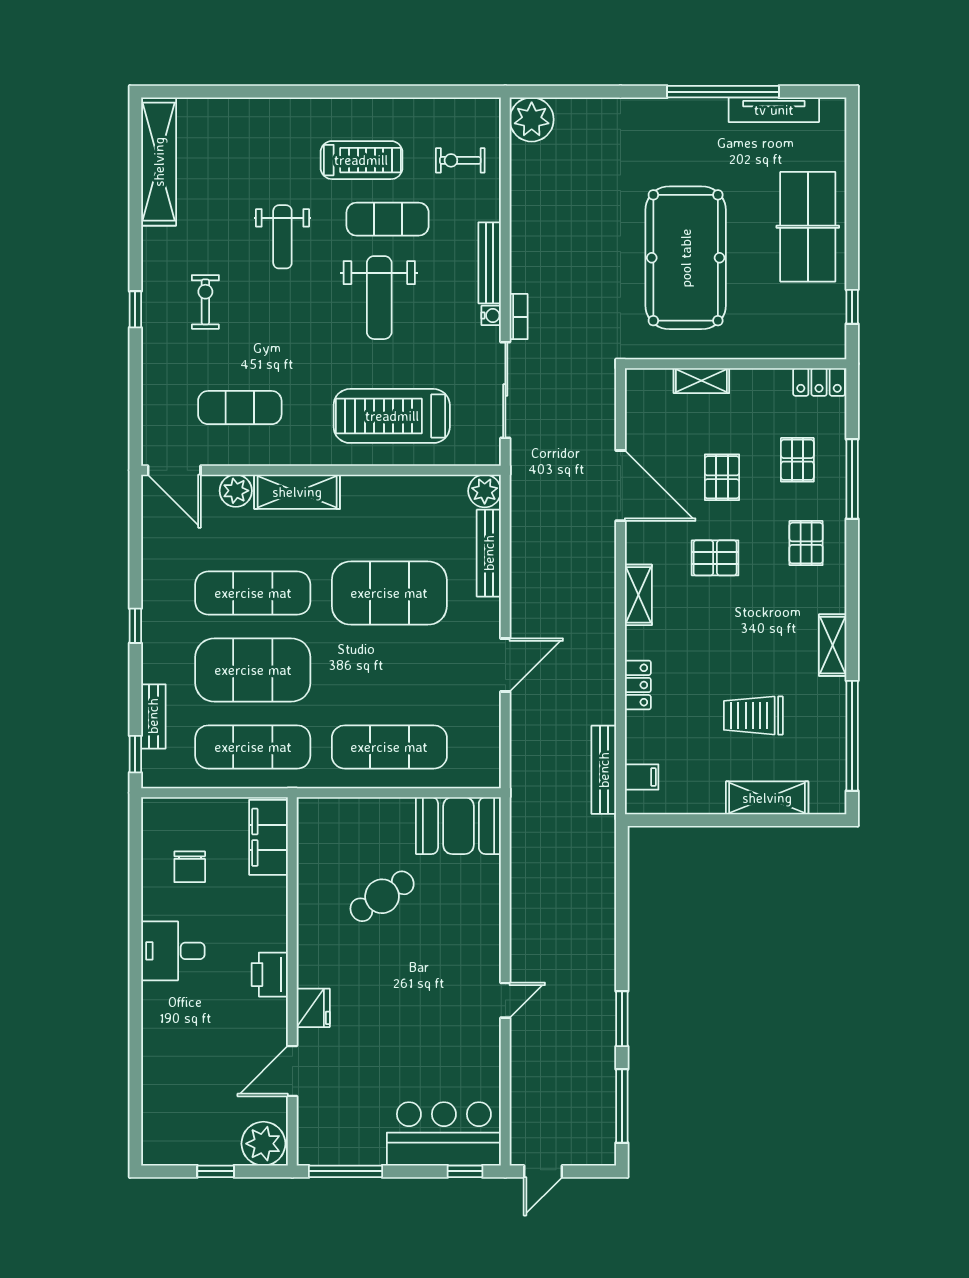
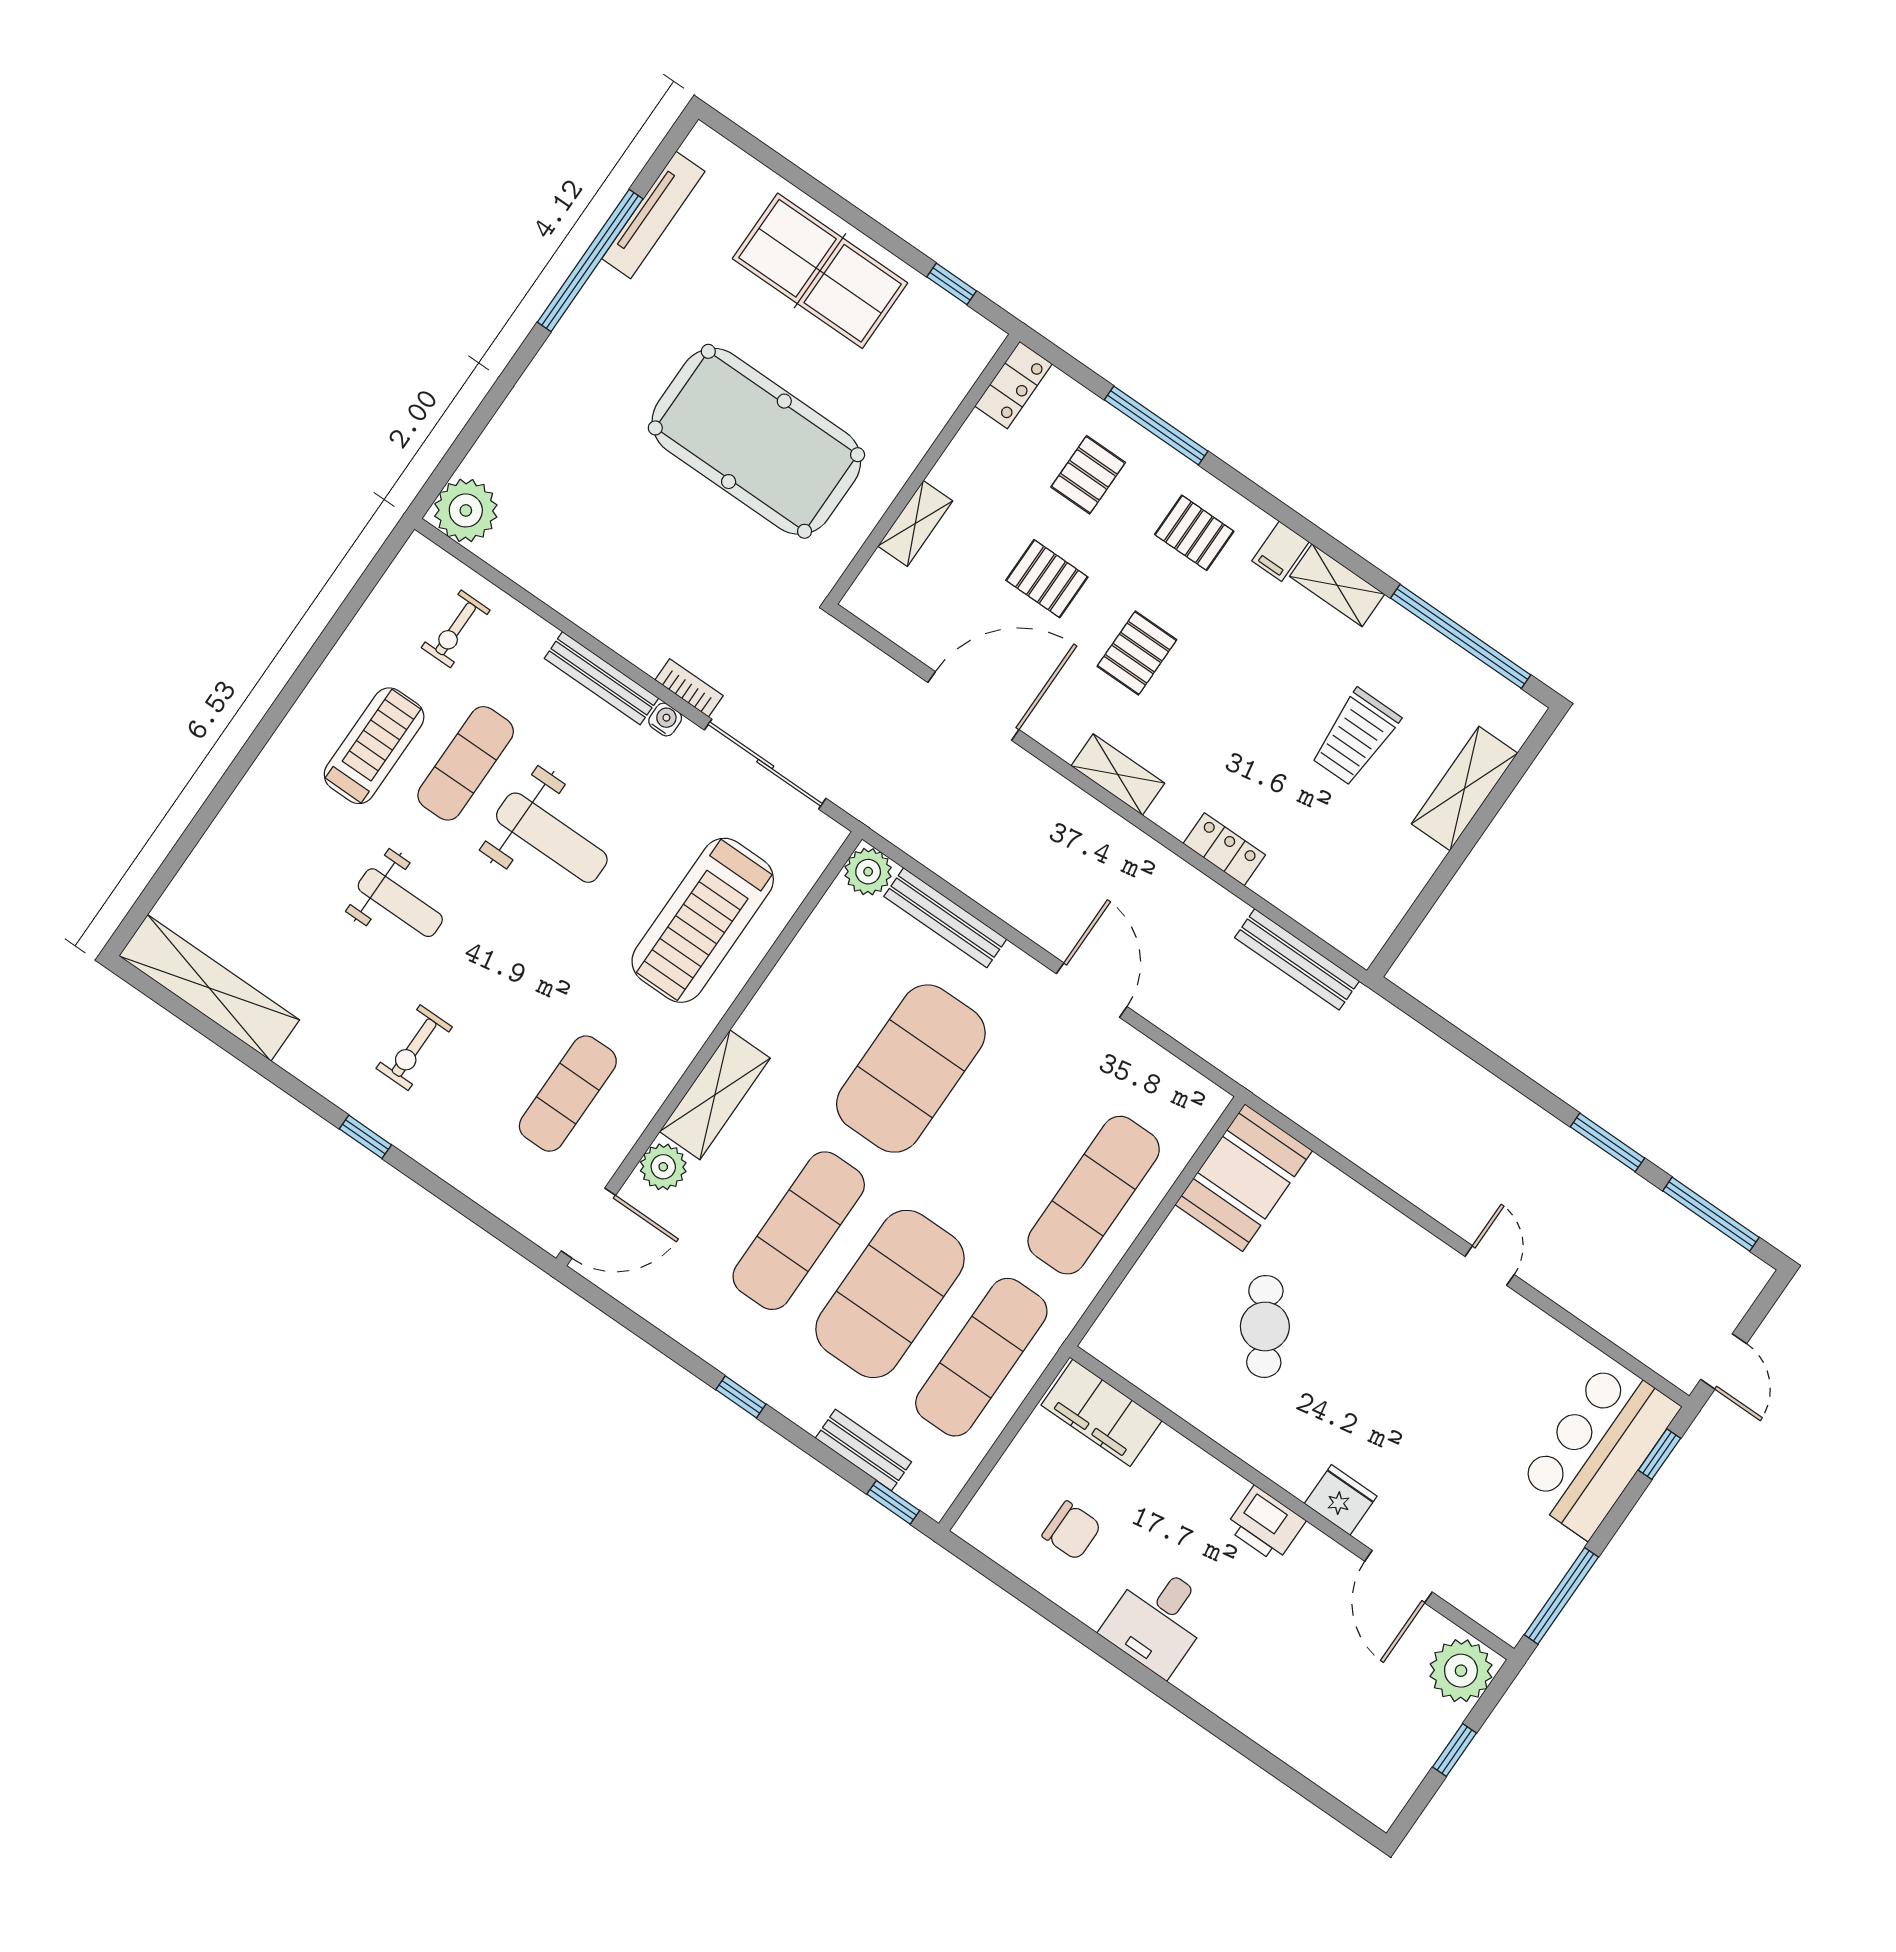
exercise bike: (205, 302) -> (414, 1048), turned -90
pallet: (797, 460) -> (1088, 475), turned 90
filing cabinet: (642, 777) -> (1280, 551), moved, turned 180

